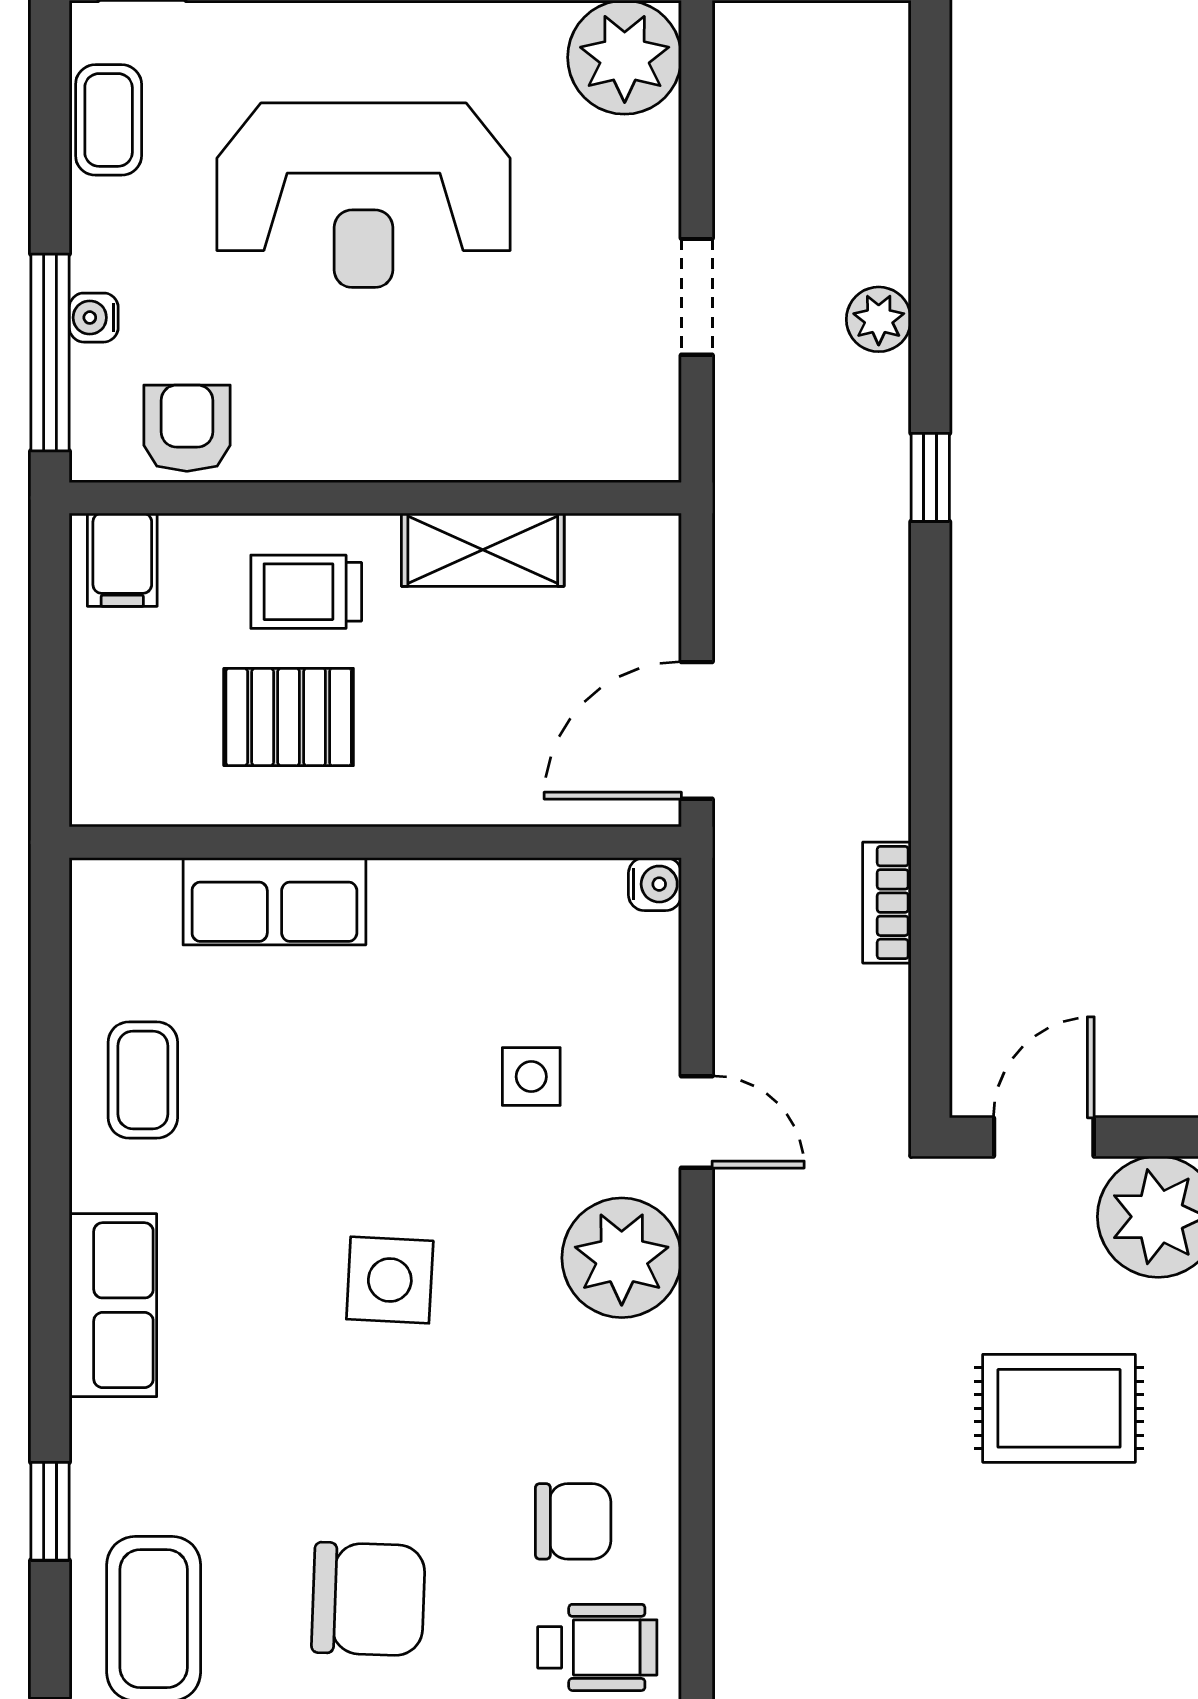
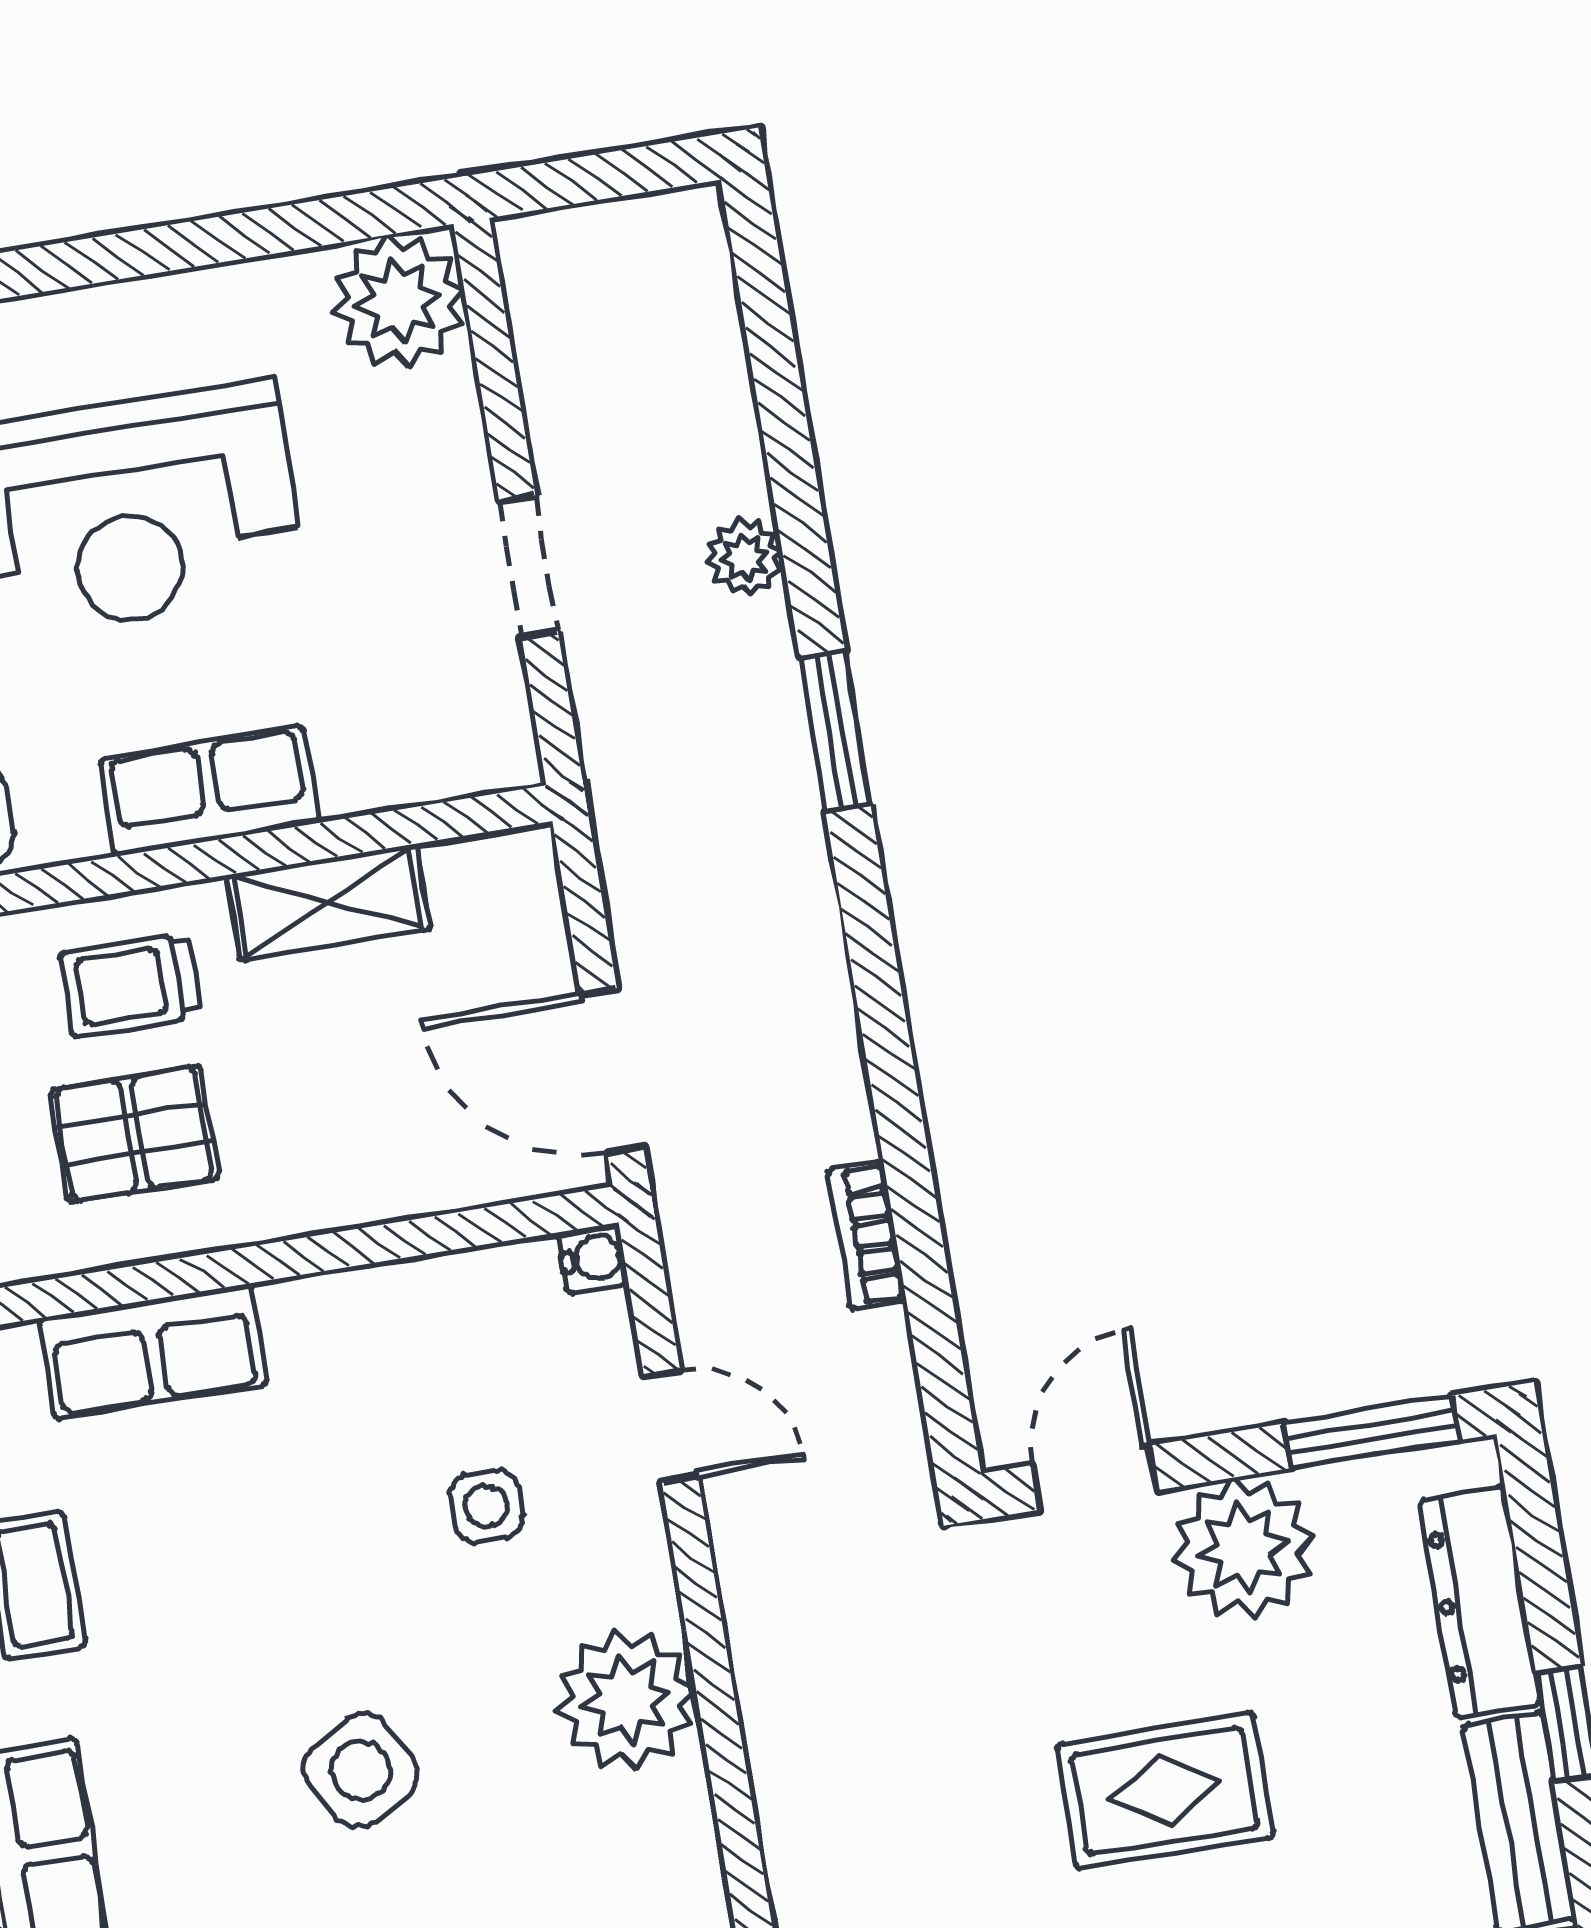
row of seats: (399, 441) -> (209, 791), added
window: (930, 477) -> (835, 731), width x1.50
door: (697, 730) -> (612, 1071), hinge flipped
door: (697, 1122) -> (671, 1426), moved
side table: (390, 1280) -> (361, 1770), turned -32

